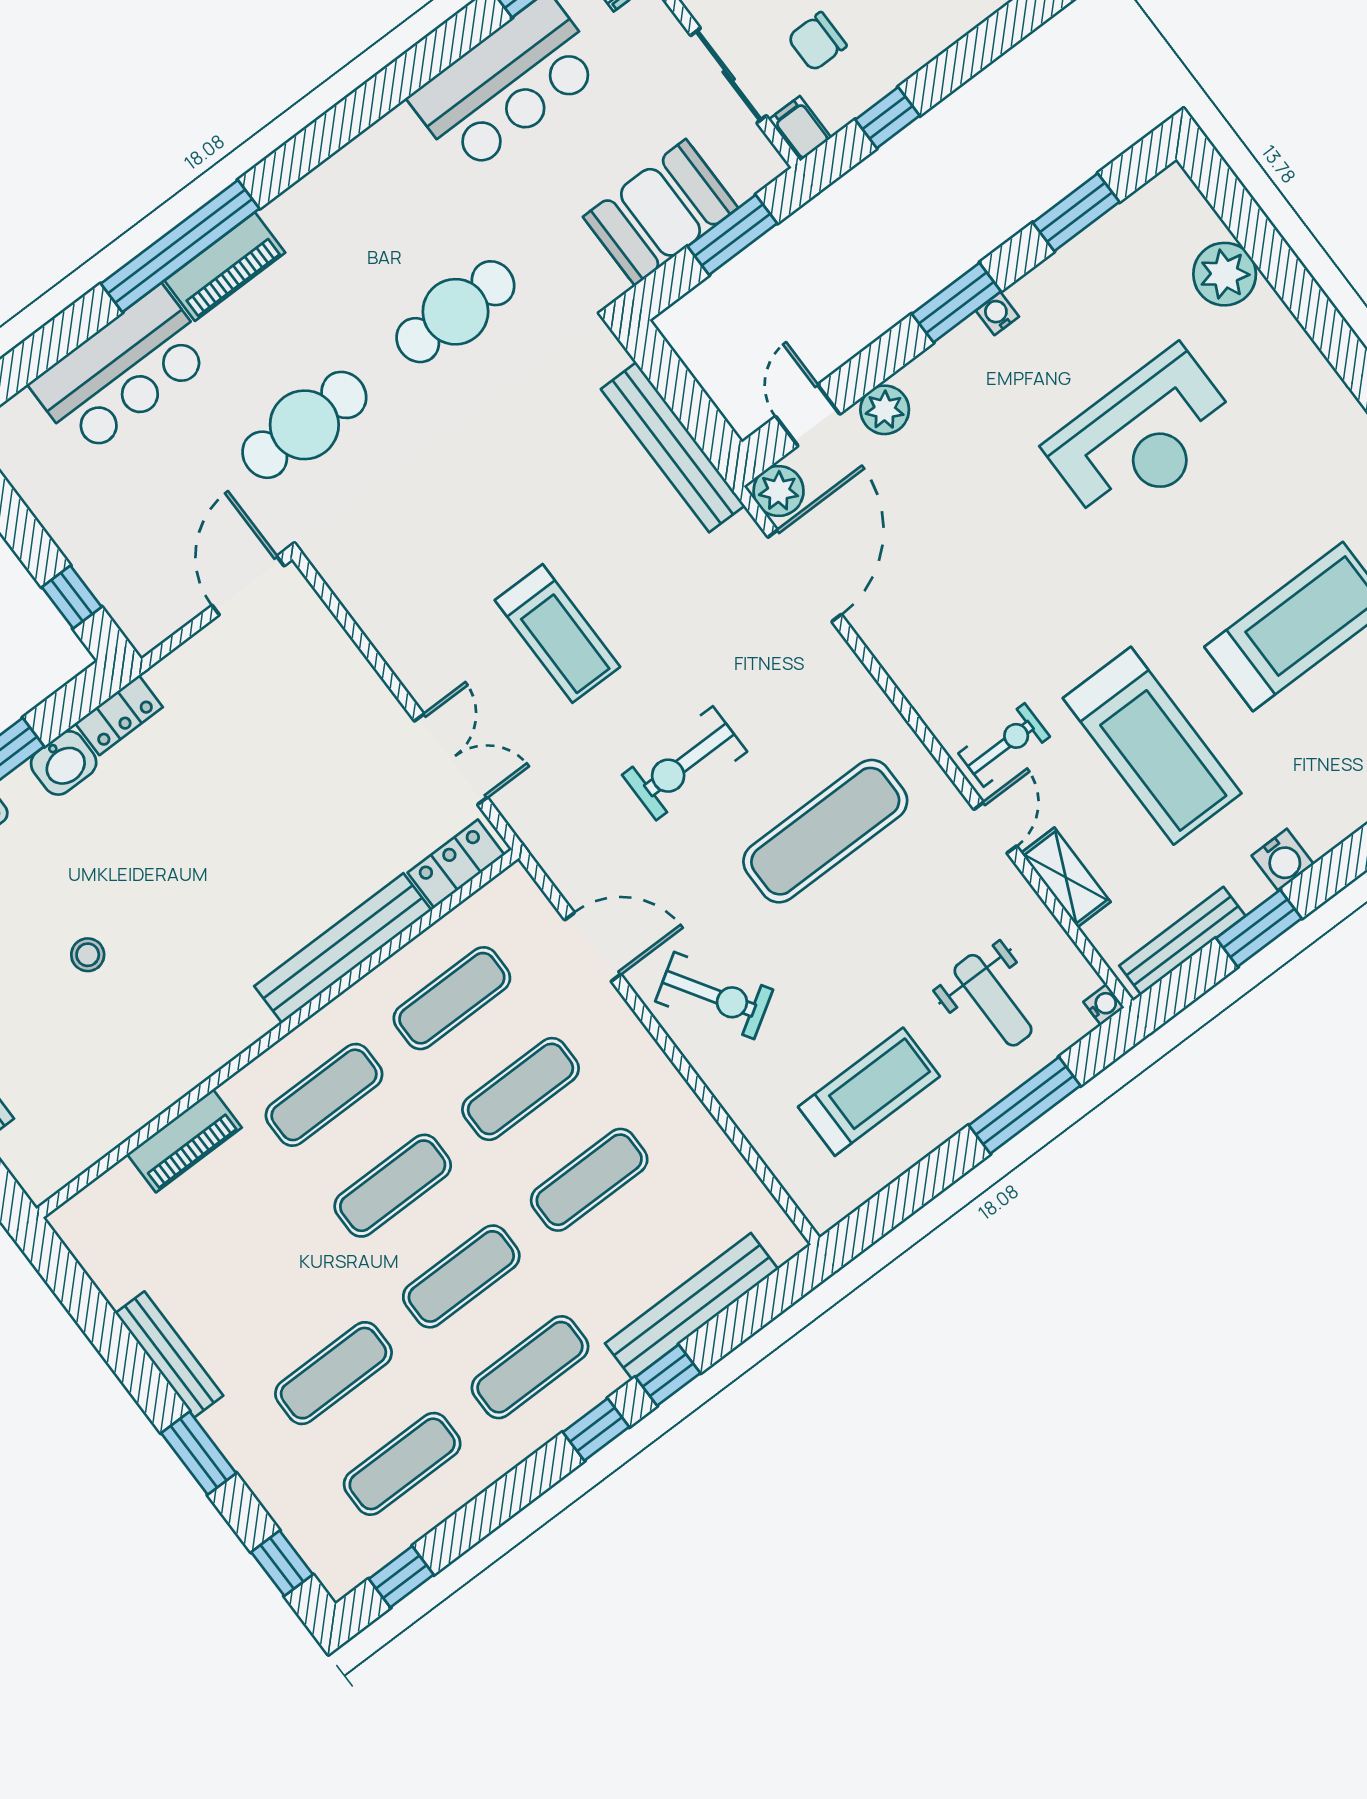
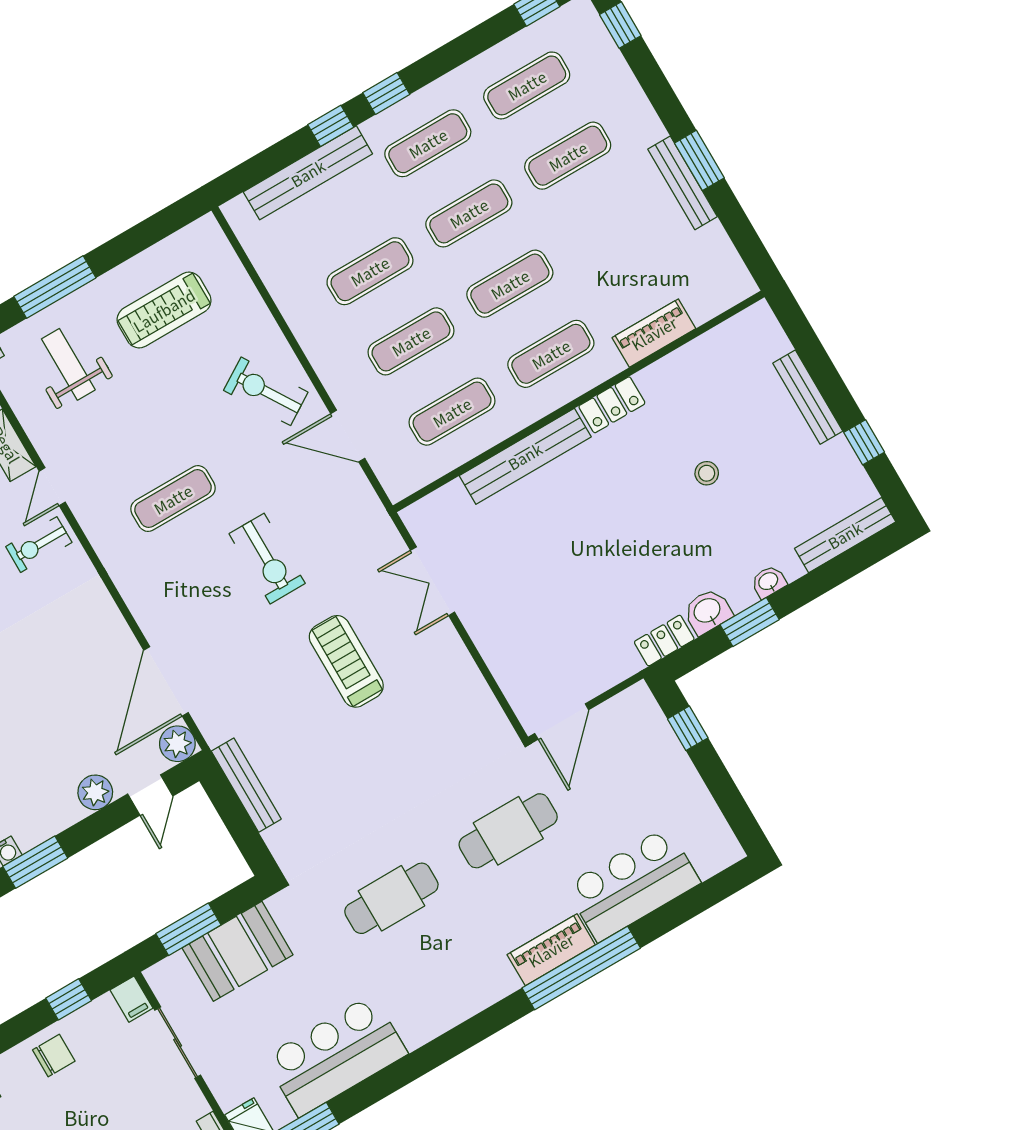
chair: (817, 42) -> (54, 1056), moved
bench: (673, 447) -> (246, 785), width x0.73, depth x0.82
exercise bike: (685, 763) -> (267, 559), turned 90
exercise mat: (825, 831) -> (173, 499), width x0.73, depth x0.69
locker: (456, 864) -> (612, 405), moved
window: (199, 1453) -> (699, 160), moved

